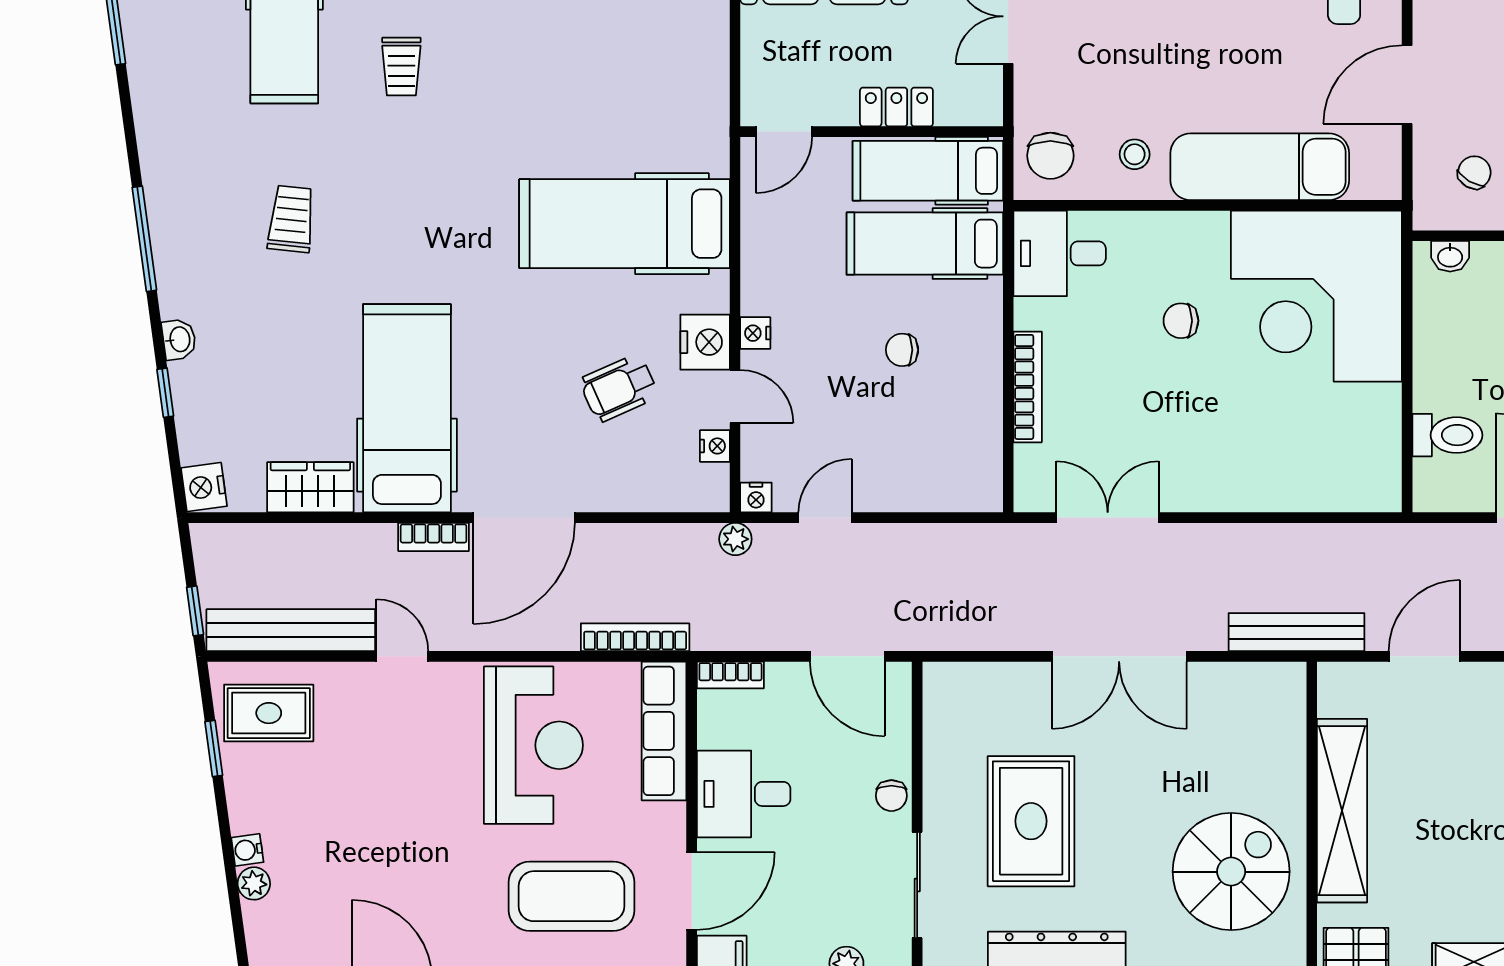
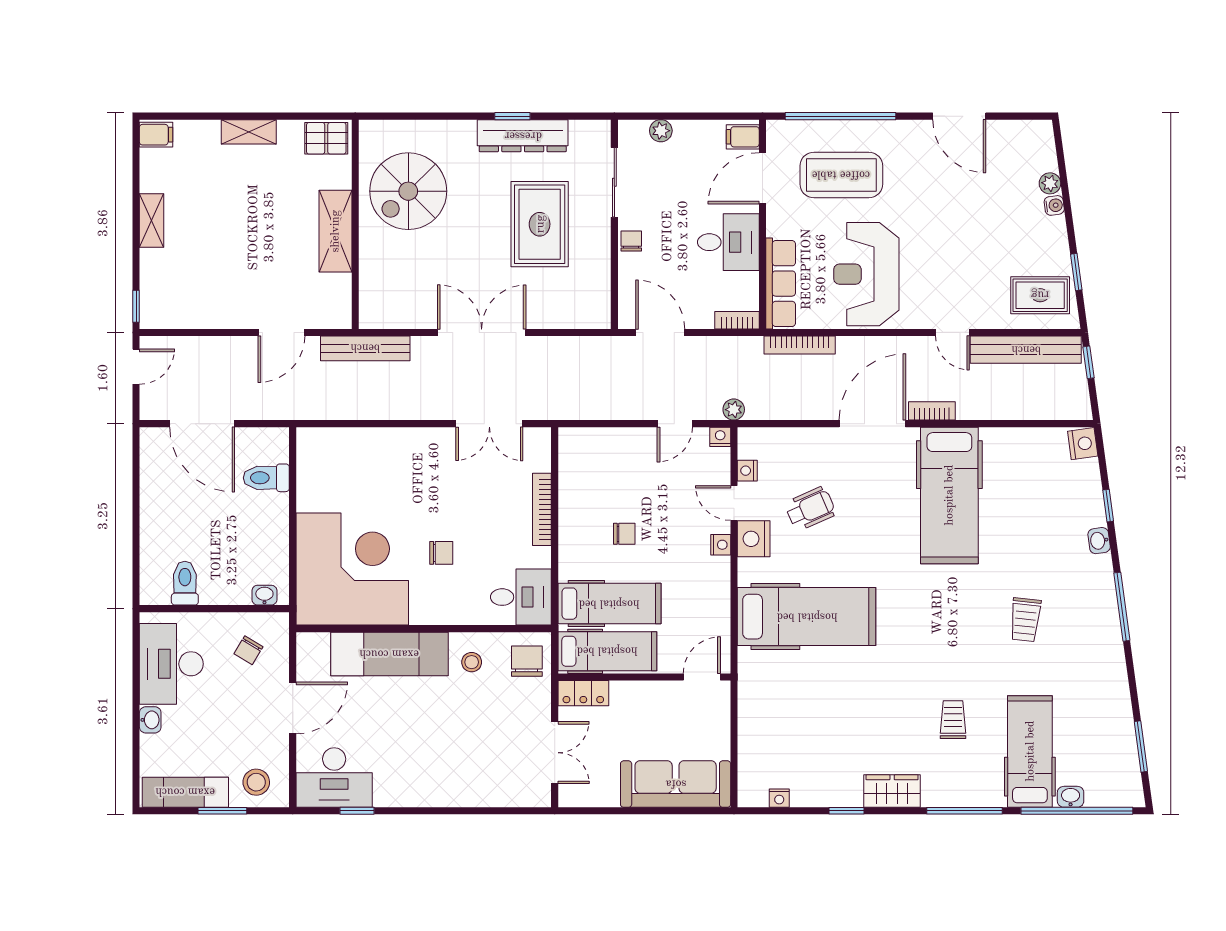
locker: (896, 107) -> (583, 693), moved
wardrobe: (310, 487) -> (1013, 443), removed
shelving: (1342, 811) -> (335, 231), width x0.68

